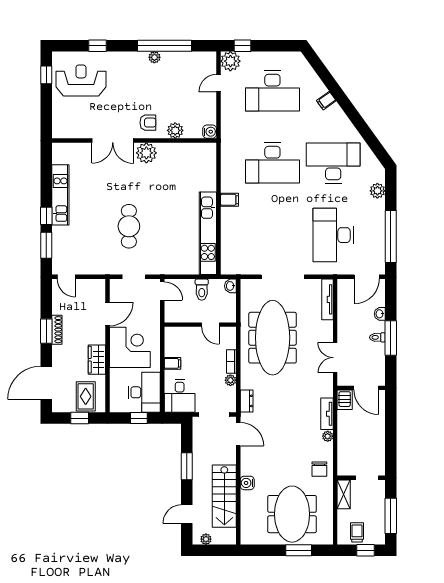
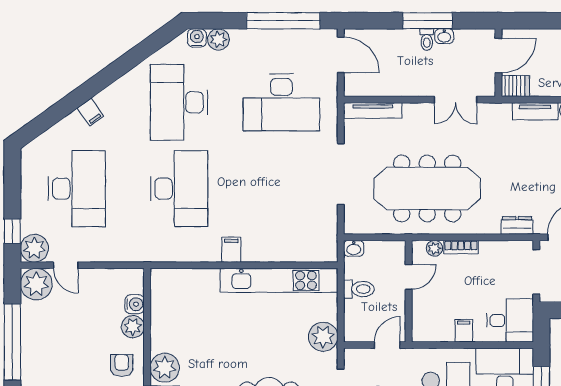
plant: (154, 57) -> (36, 284), moved, width x1.88, depth x1.88
water cooler: (210, 132) -> (135, 304), moved, turned 90
water cooler: (378, 176) -> (197, 38), added
plant: (168, 264) -> (323, 337), added
door: (162, 291) -> (387, 345), moved
washbasin: (380, 314) -> (444, 36), moved
plant: (230, 380) -> (434, 248), moved

